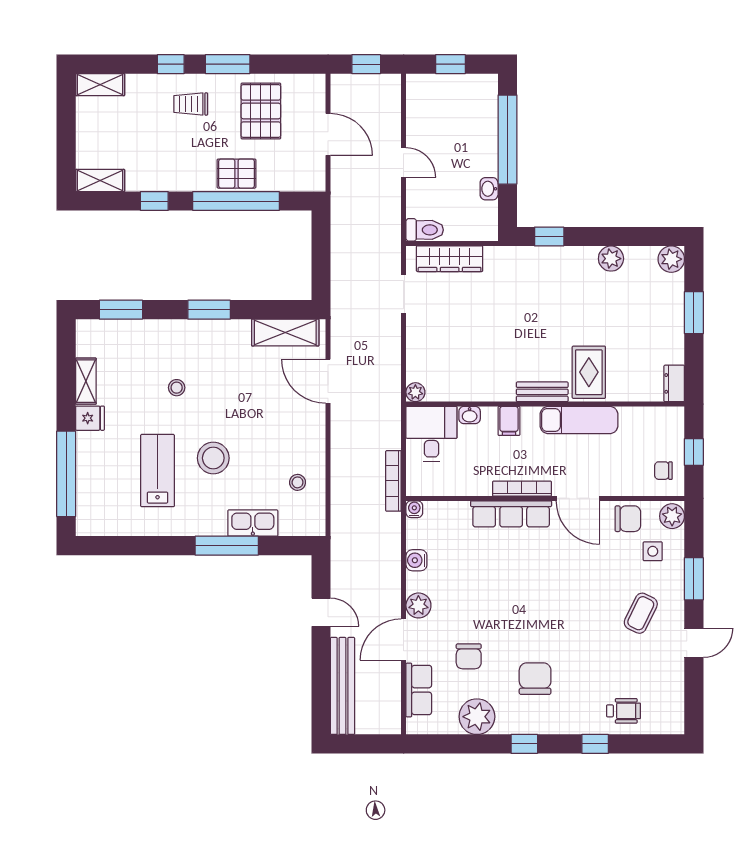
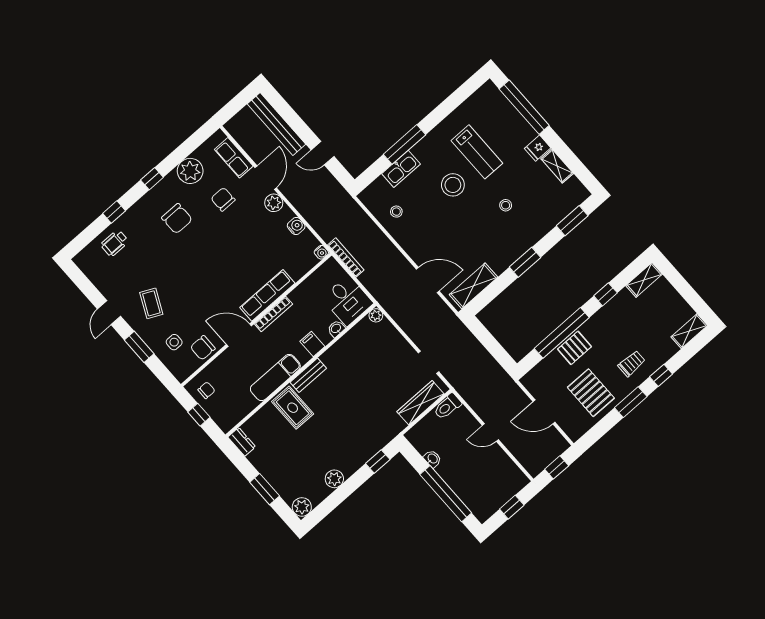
plant: (672, 516) -> (180, 370), removed

